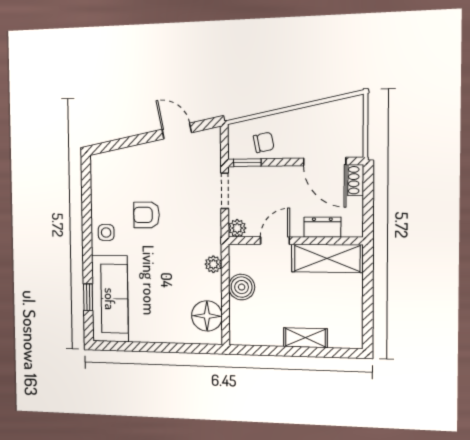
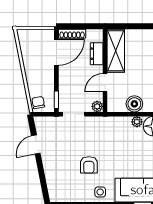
chair: (264, 142) -> (38, 103), moved
shoe rack: (356, 180) -> (72, 34), width x1.43
door: (275, 241) -> (105, 83), hinge flipped
plant: (213, 264) -> (137, 122), moved

